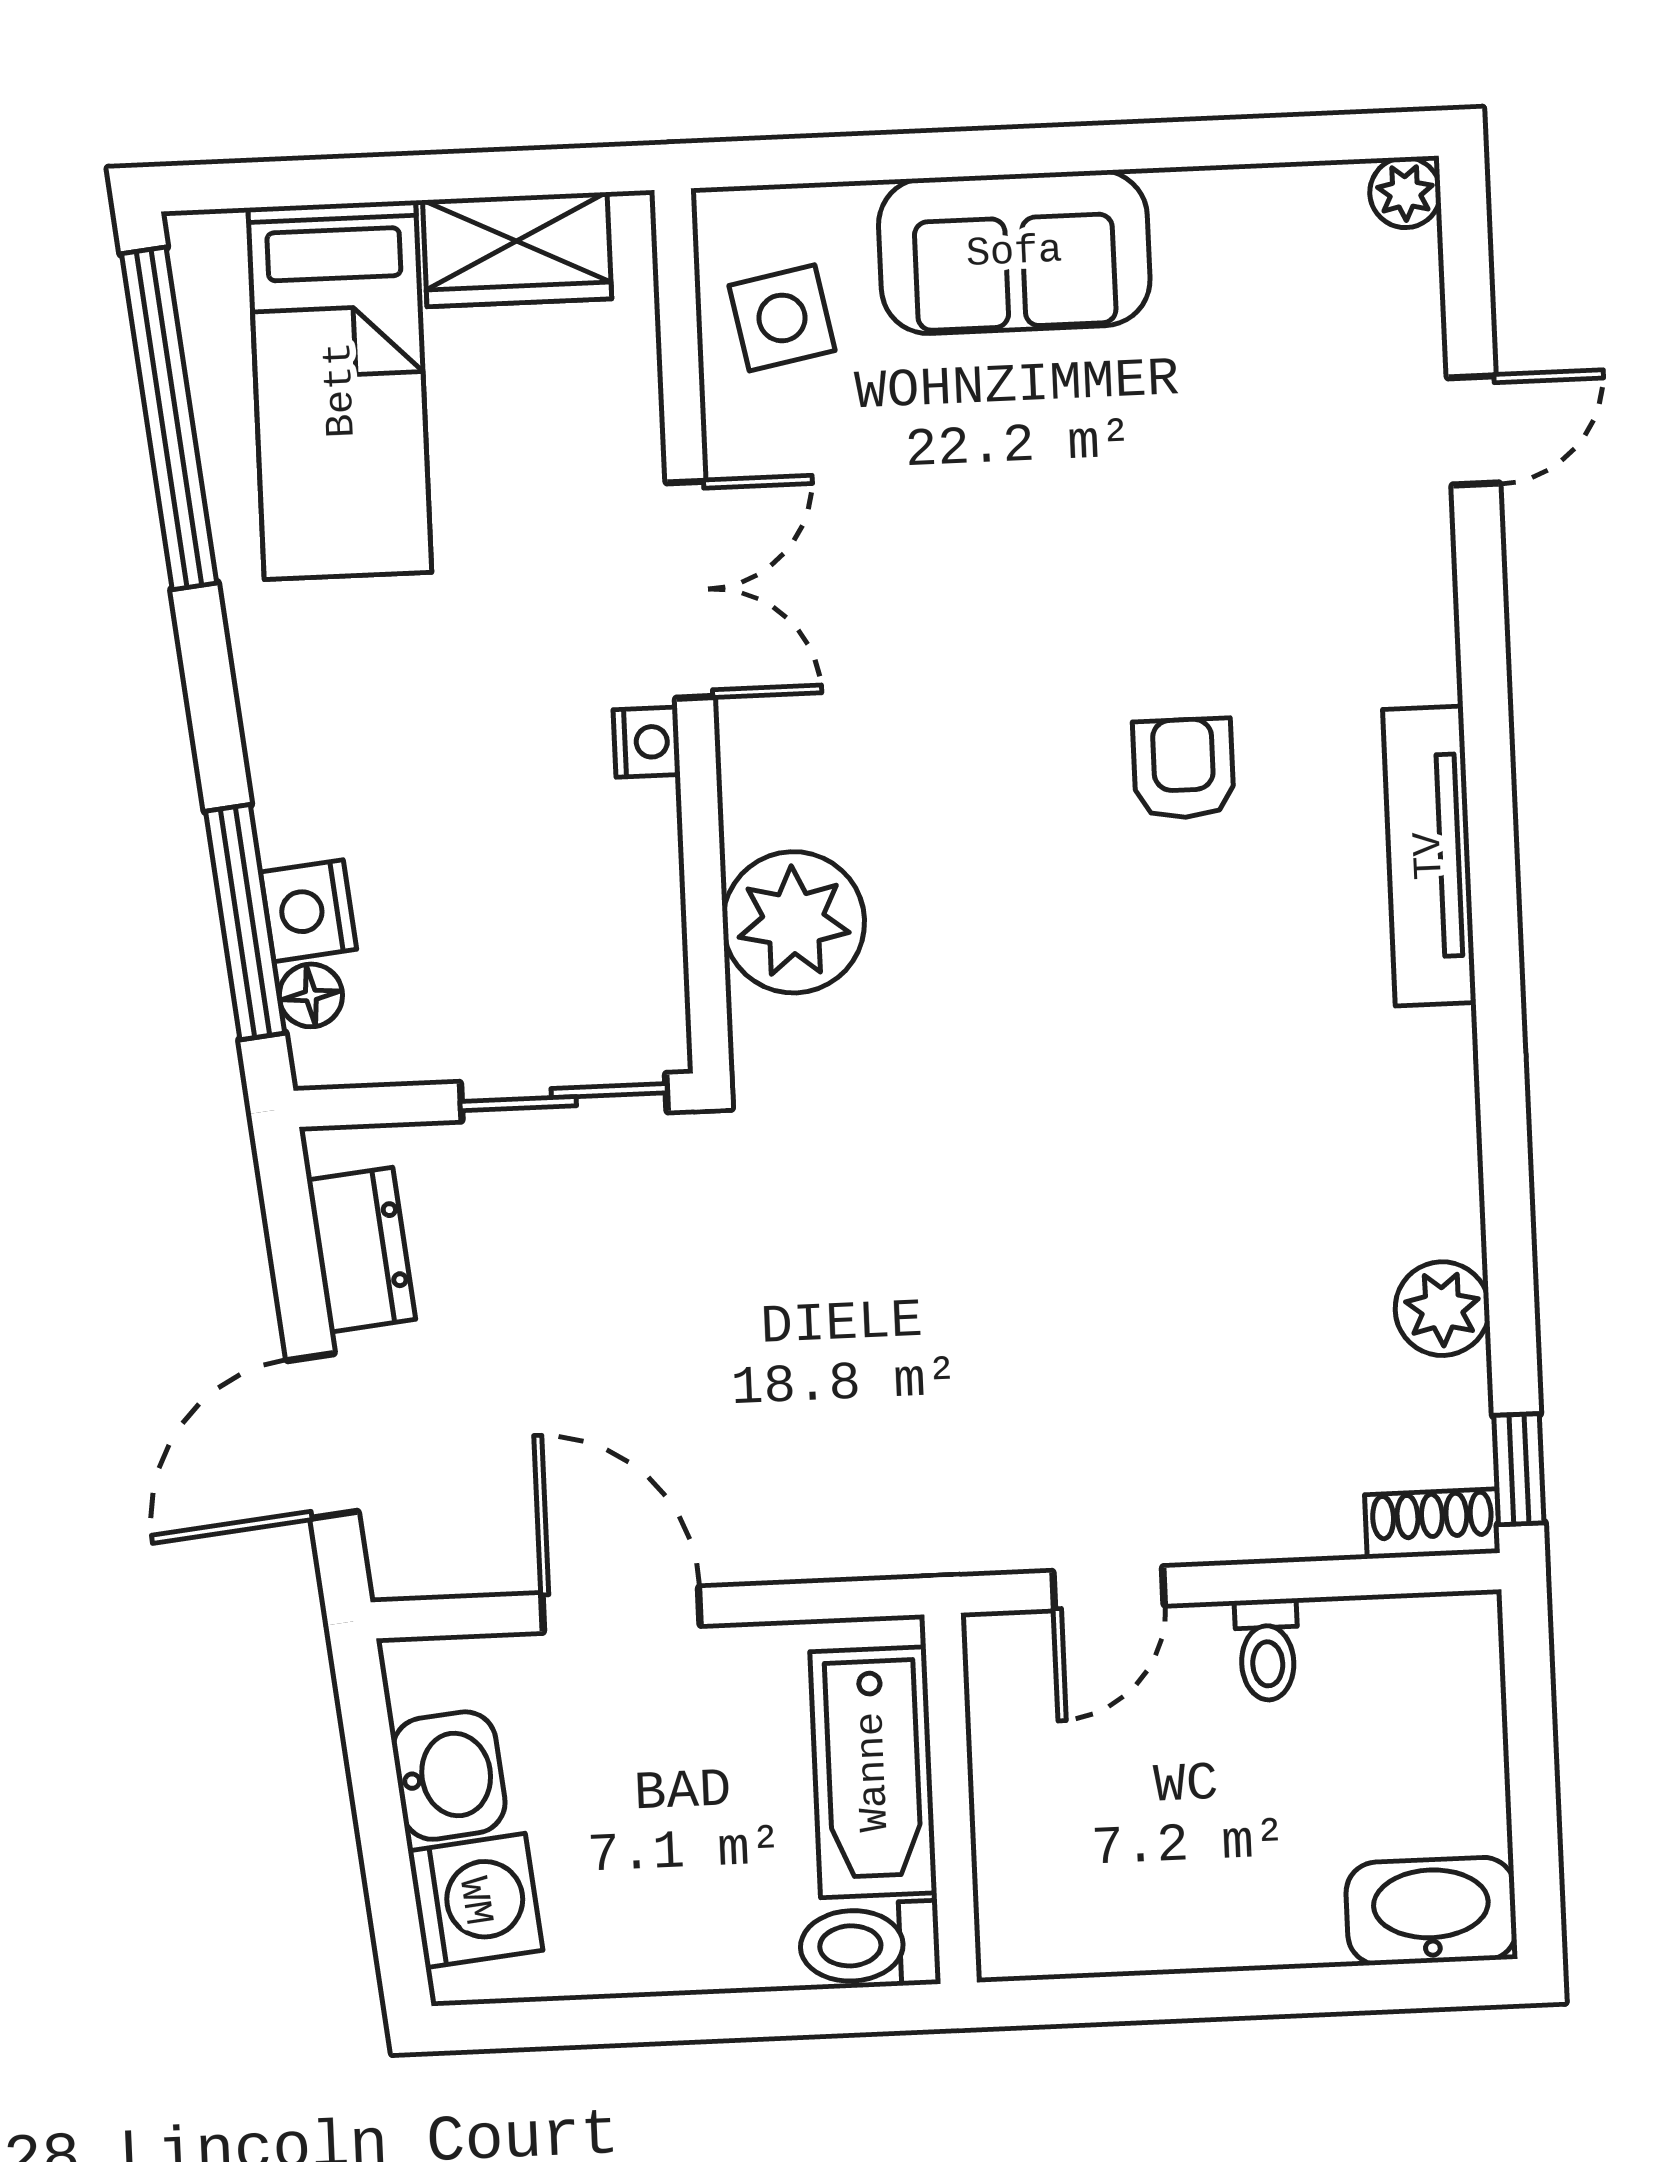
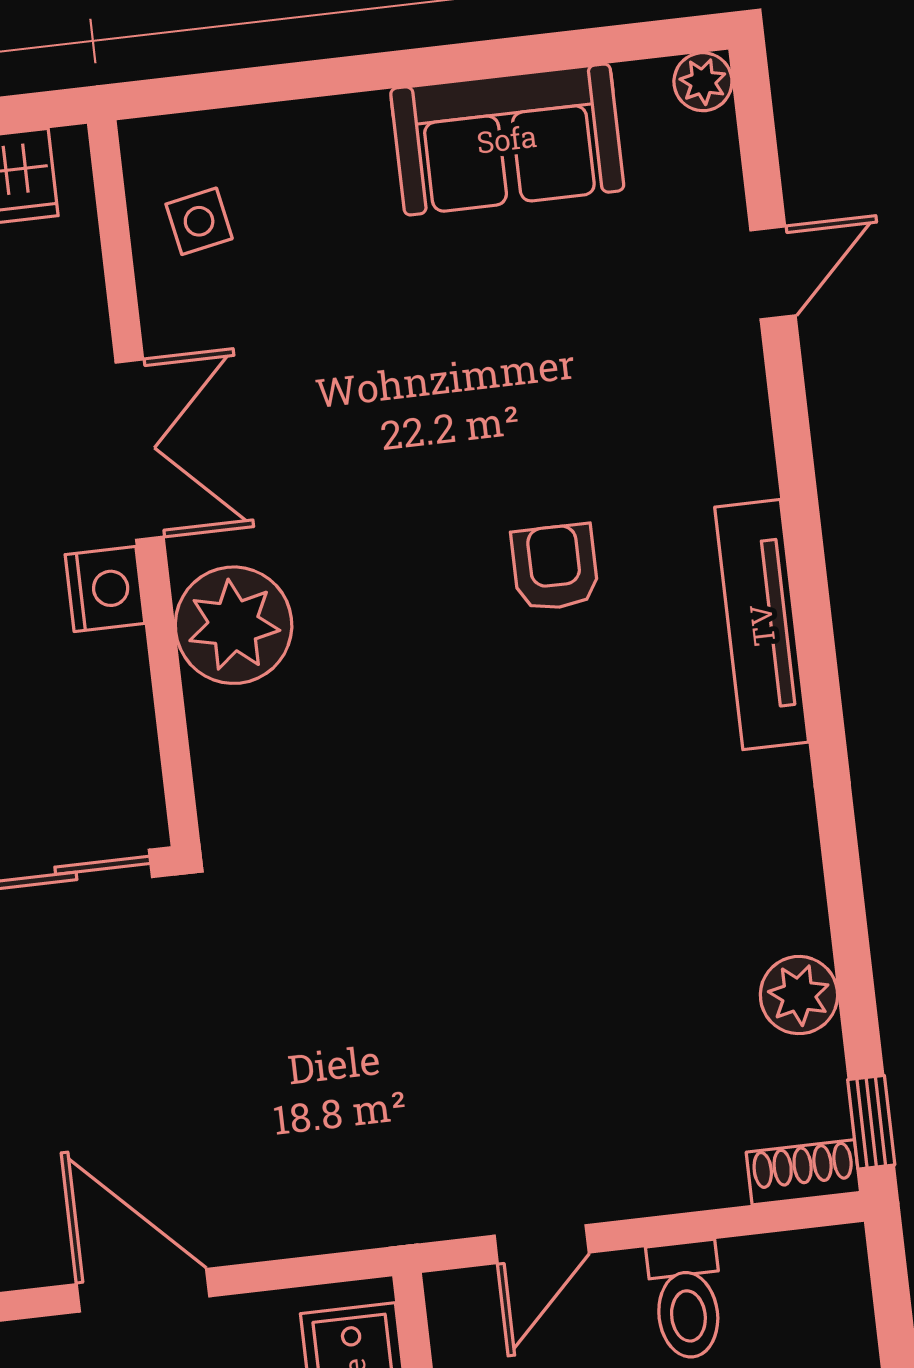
sofa: (1014, 252) -> (507, 139), moved
side table: (782, 318) -> (199, 221), width x0.73, depth x0.73
nightstand: (647, 742) -> (105, 589), width x1.39, depth x1.35
plant: (794, 922) -> (234, 625), moved
toilet: (1267, 1650) -> (687, 1300), width x1.37, depth x1.39

